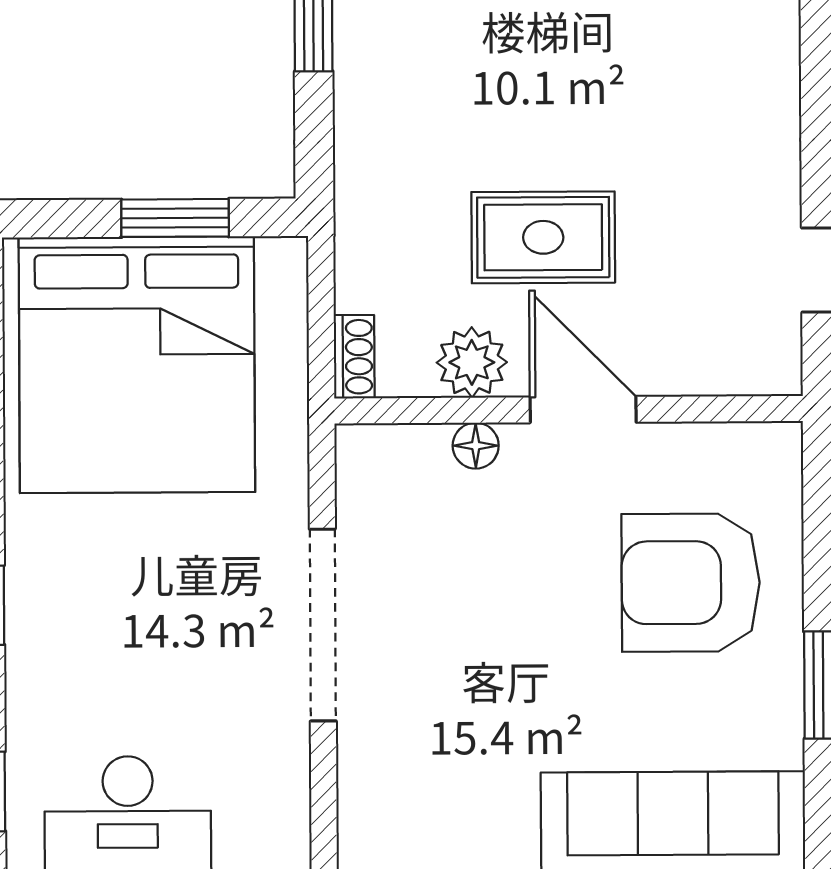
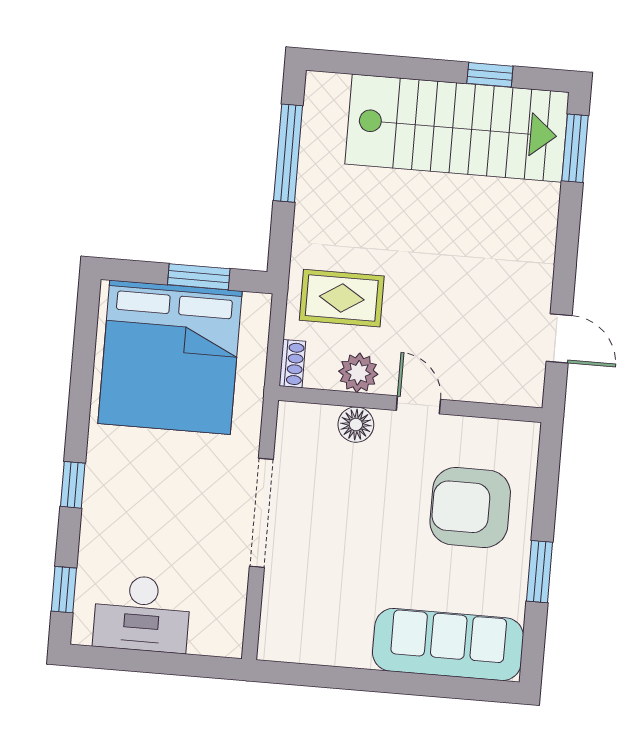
rug: (543, 237) -> (342, 298), moved
door: (583, 410) -> (418, 405), width x0.73
floor lamp: (476, 446) -> (356, 425), width x1.37, depth x1.37

